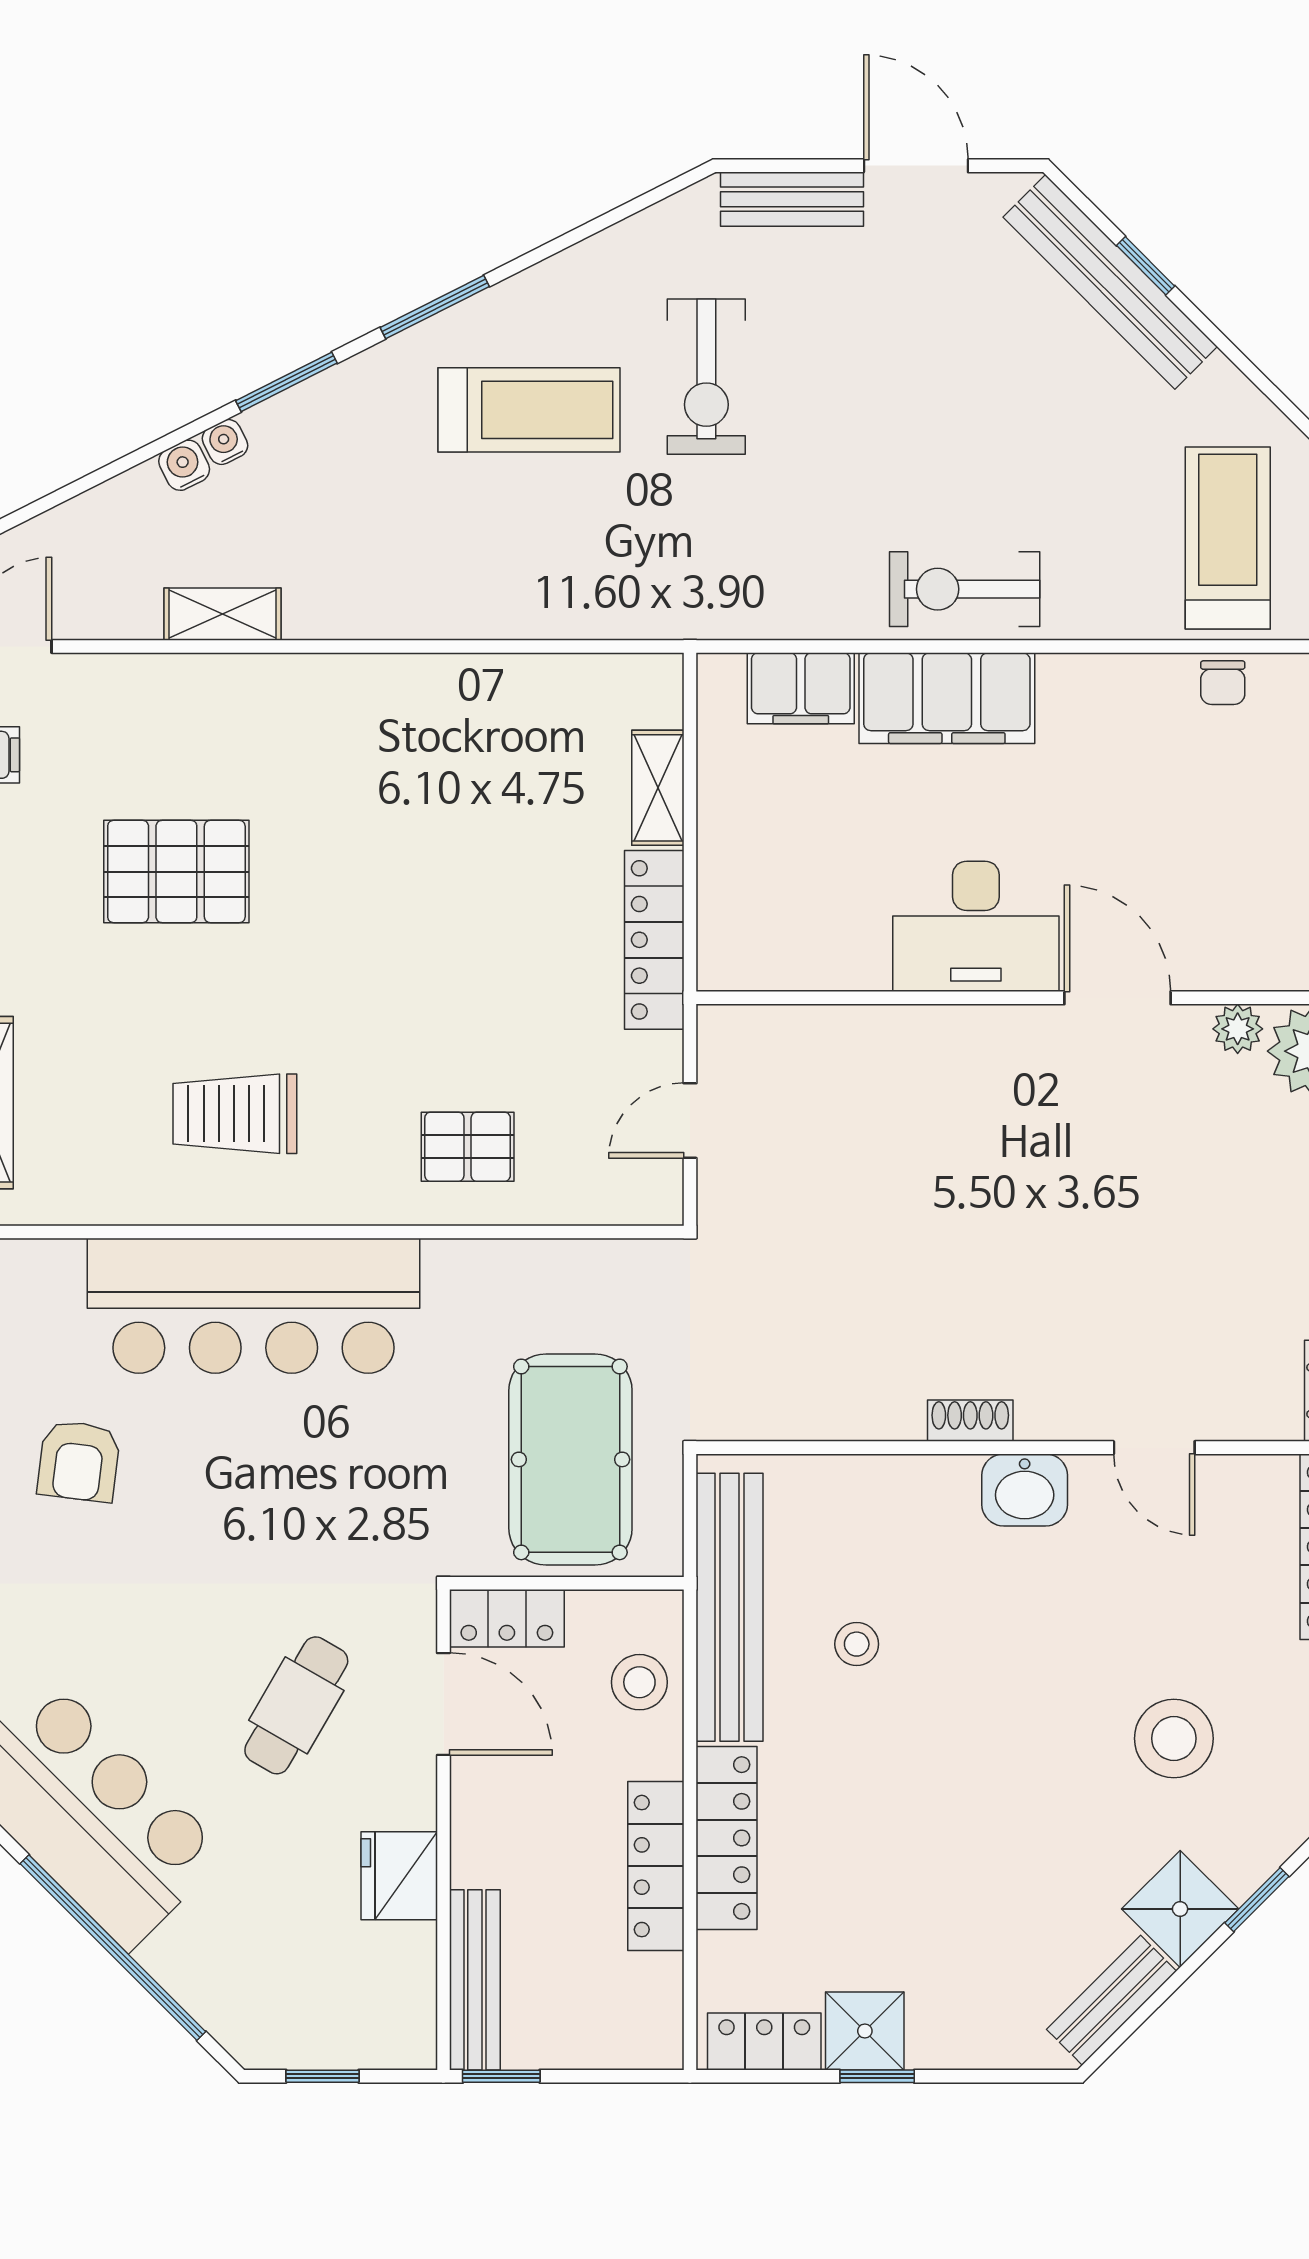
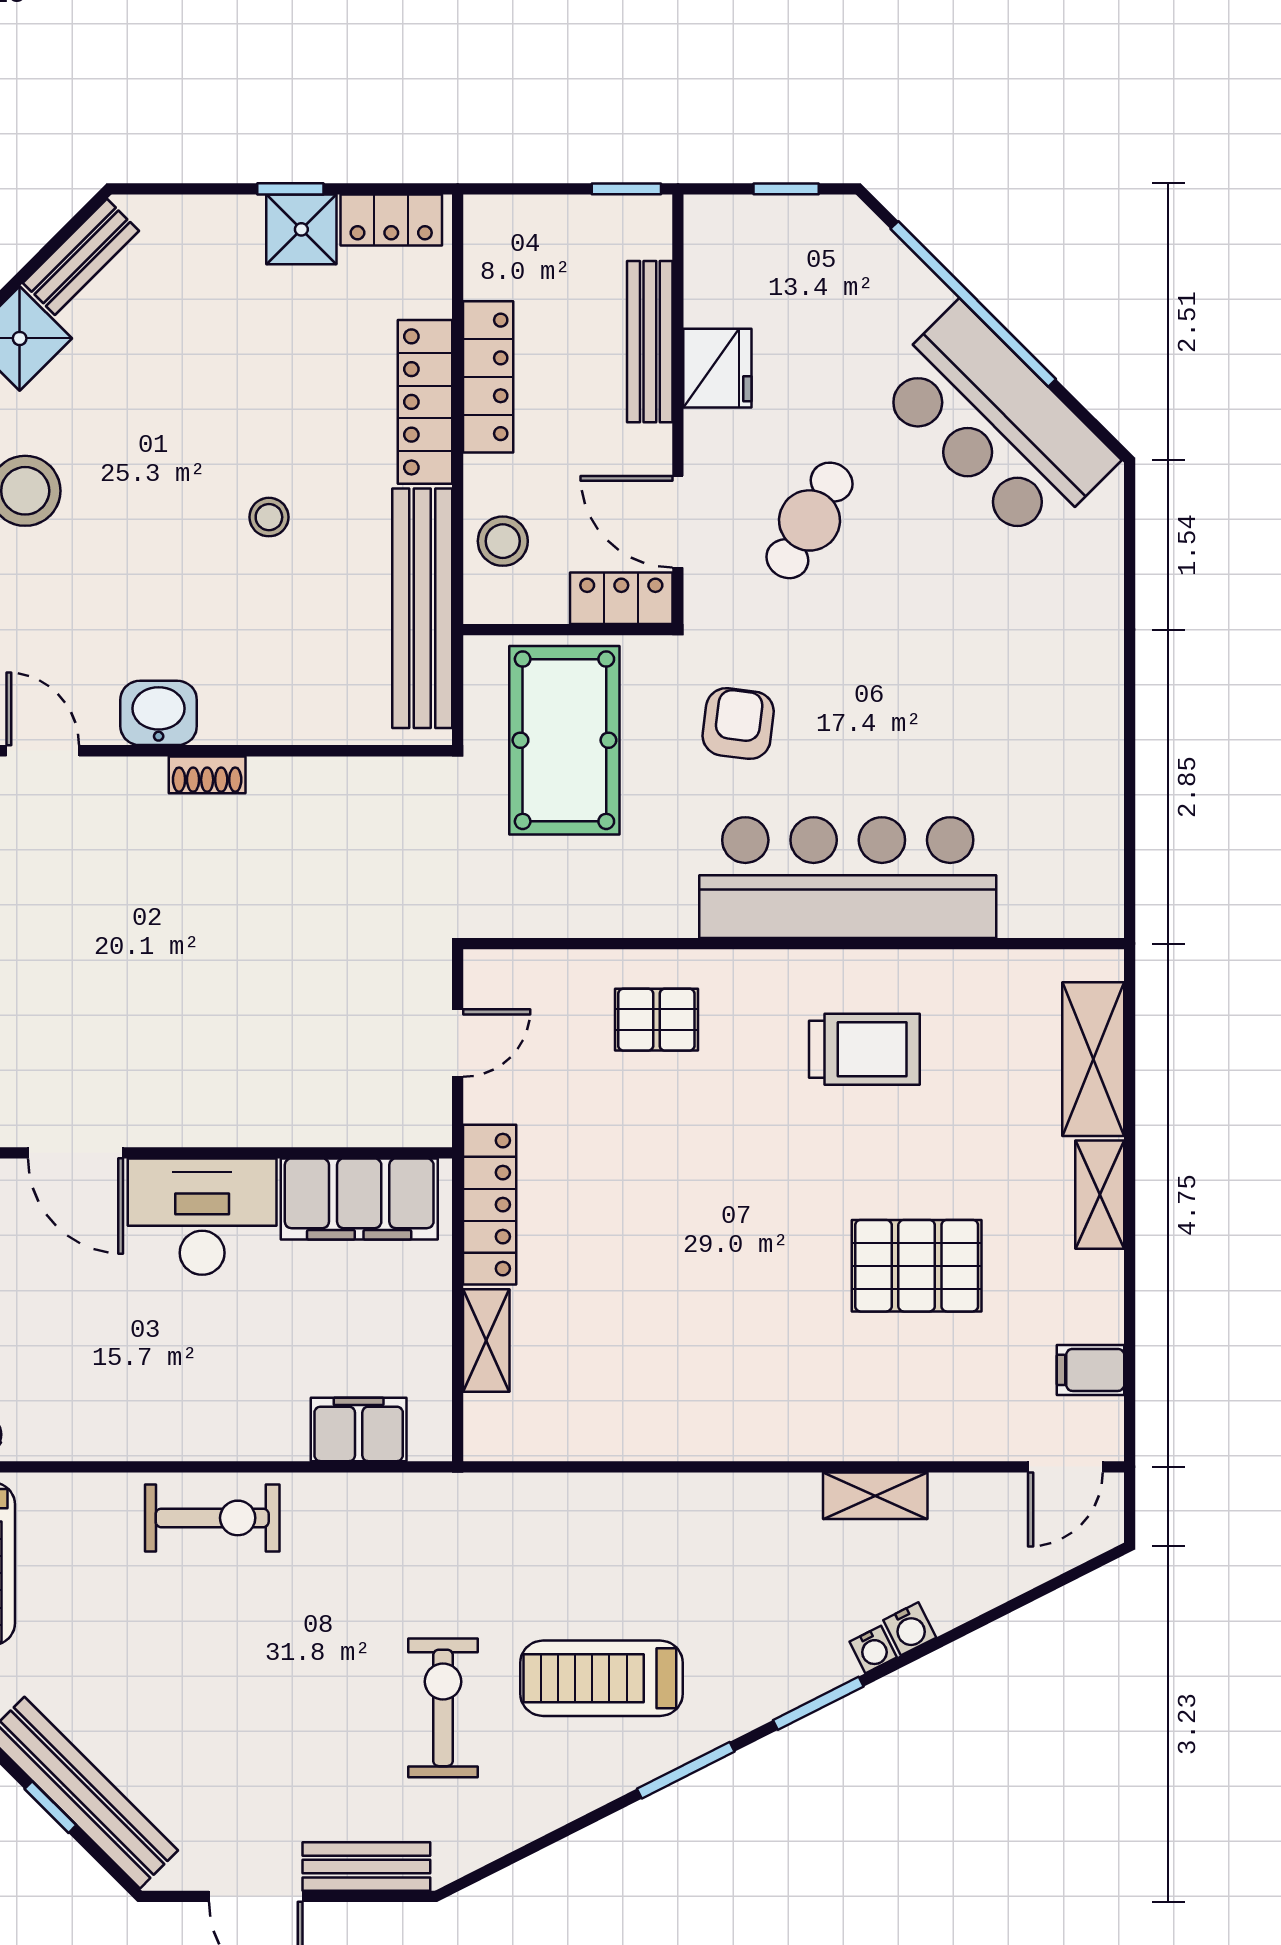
filing cabinet: (947, 698) -> (359, 1199), moved, turned 180
armchair: (79, 1461) -> (738, 724), moved
stool: (857, 1644) -> (269, 517), moved
bench: (475, 1980) -> (650, 342), moved

